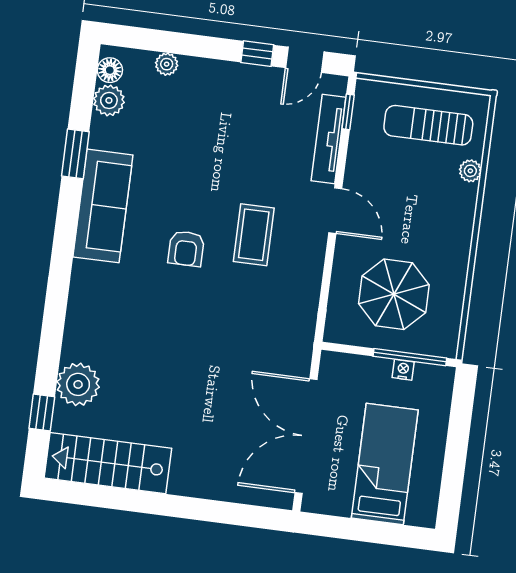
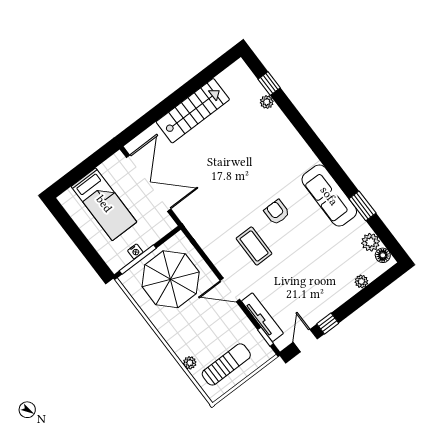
parasol: (394, 294) -> (171, 279), width x1.36, depth x1.36
plant: (78, 384) -> (267, 102), width x0.53, depth x0.53
stairs: (108, 463) -> (193, 111), moved

